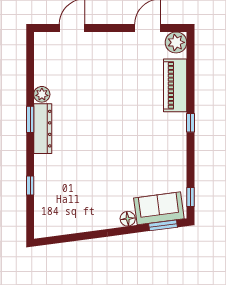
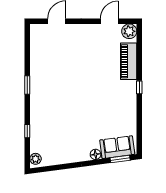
plant: (42, 94) -> (36, 159), moved
dresser: (43, 129) -> (36, 91), removed
window: (190, 197) -> (139, 139), removed

